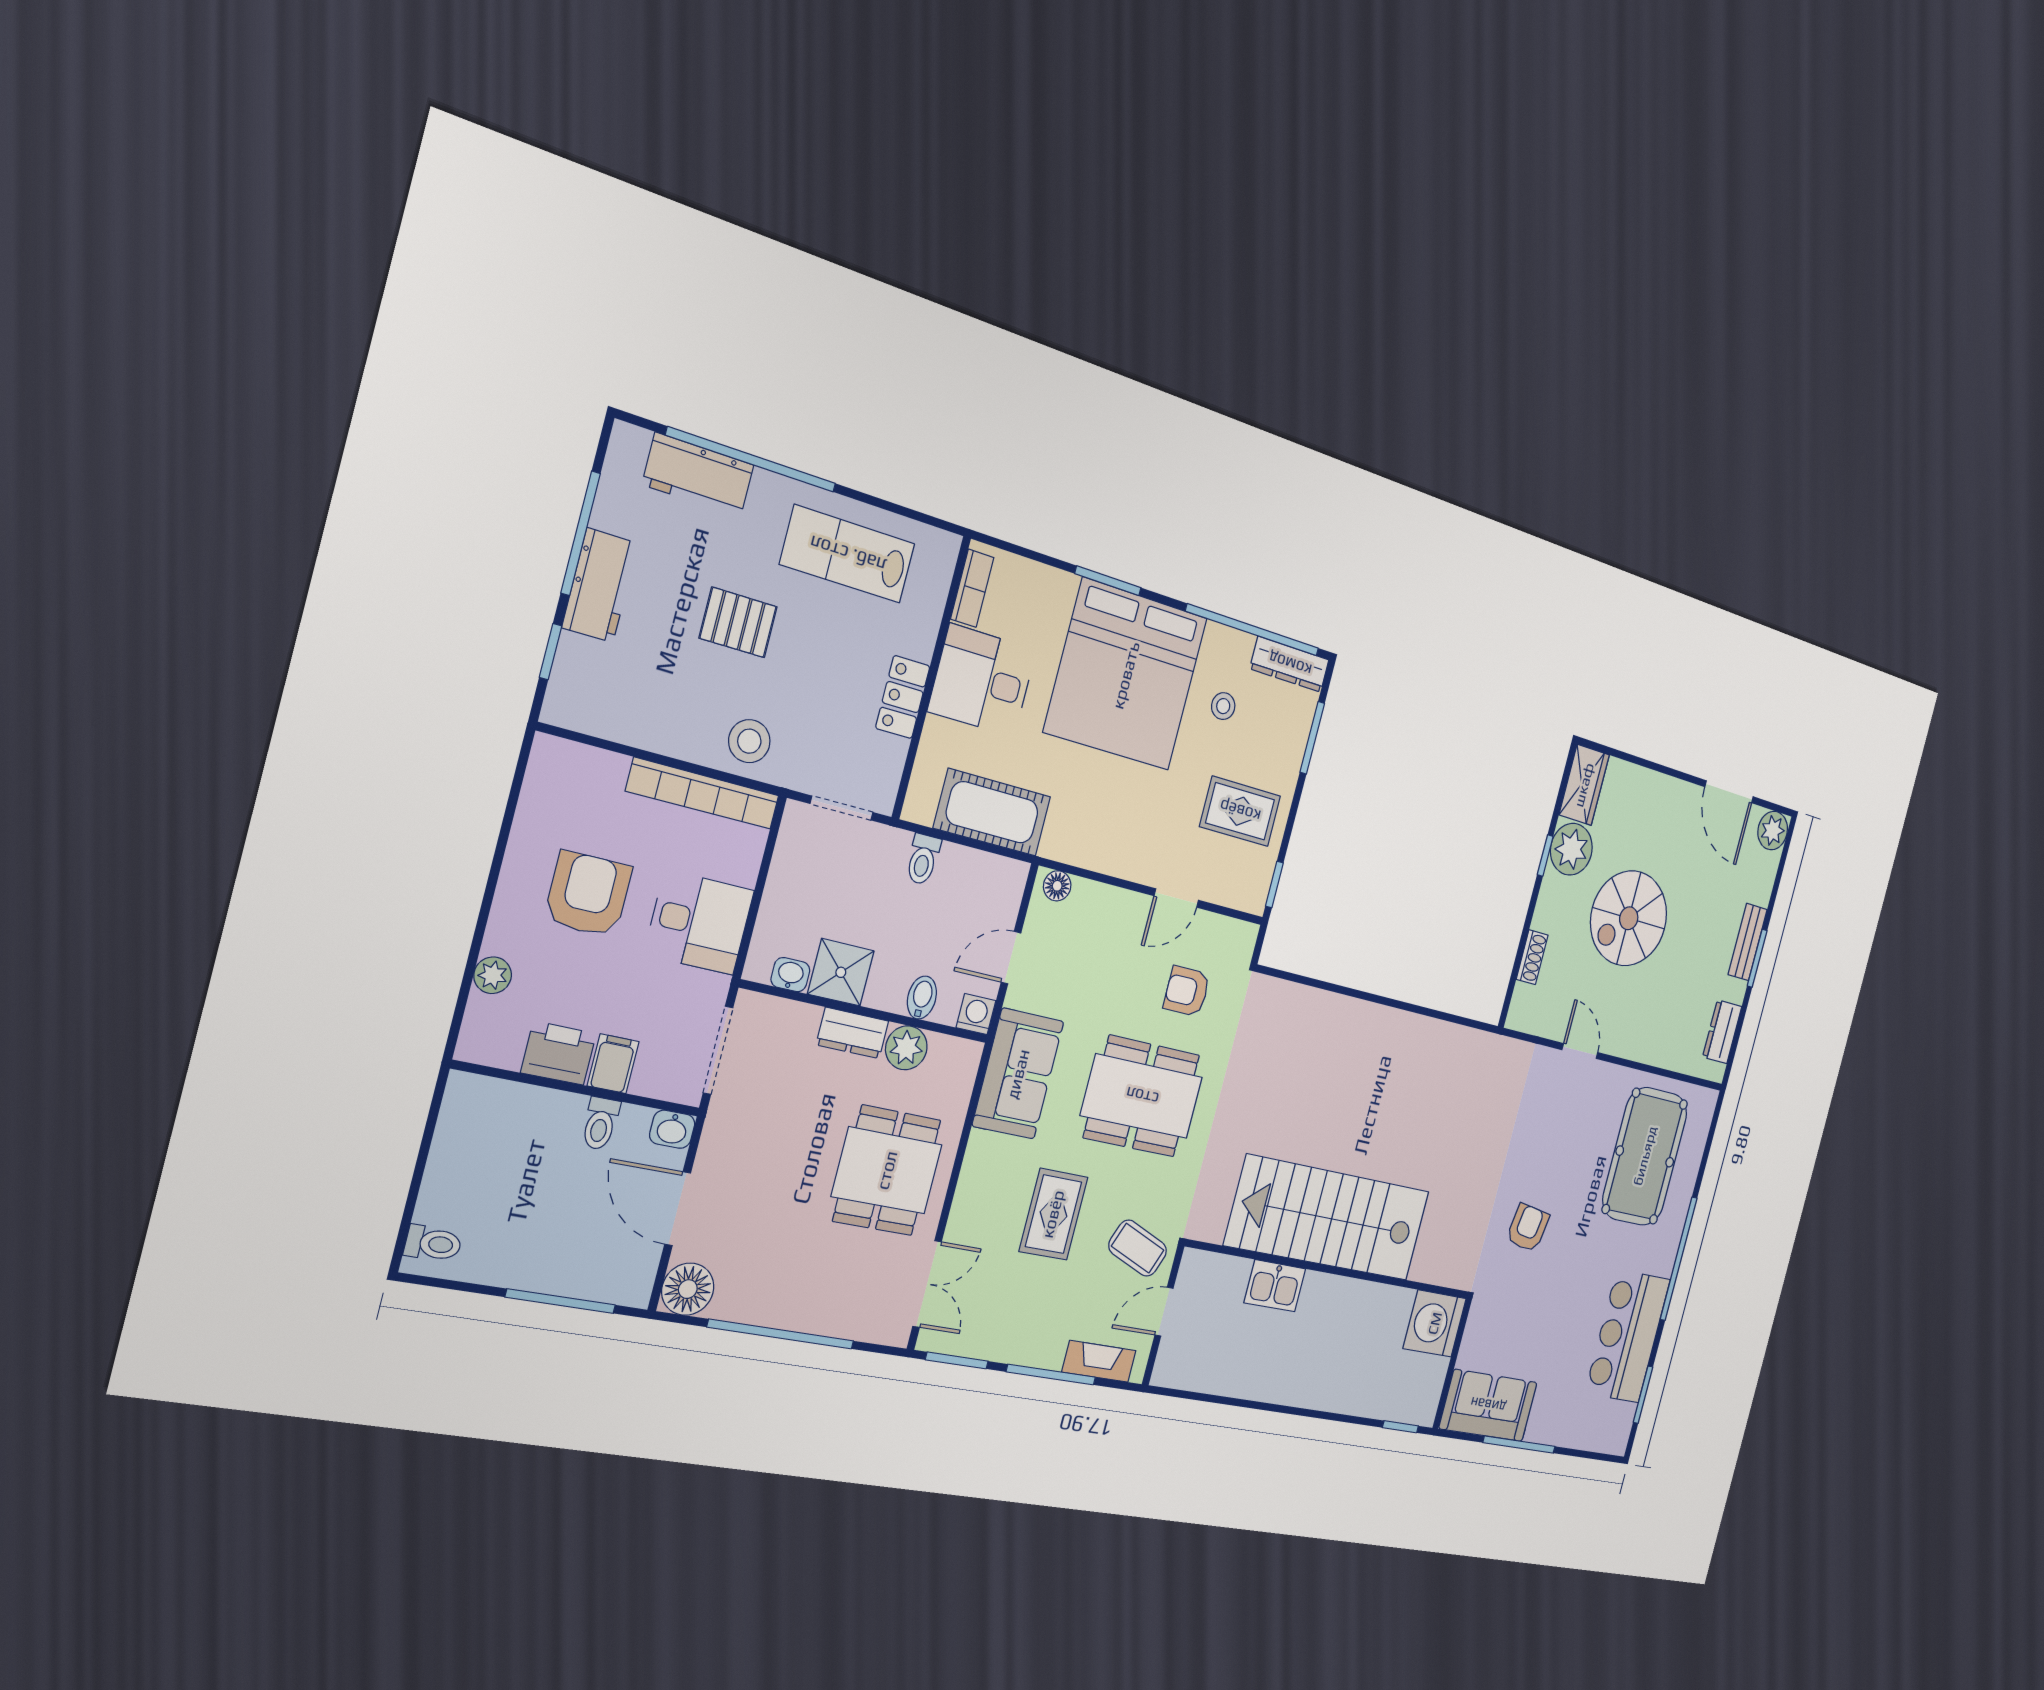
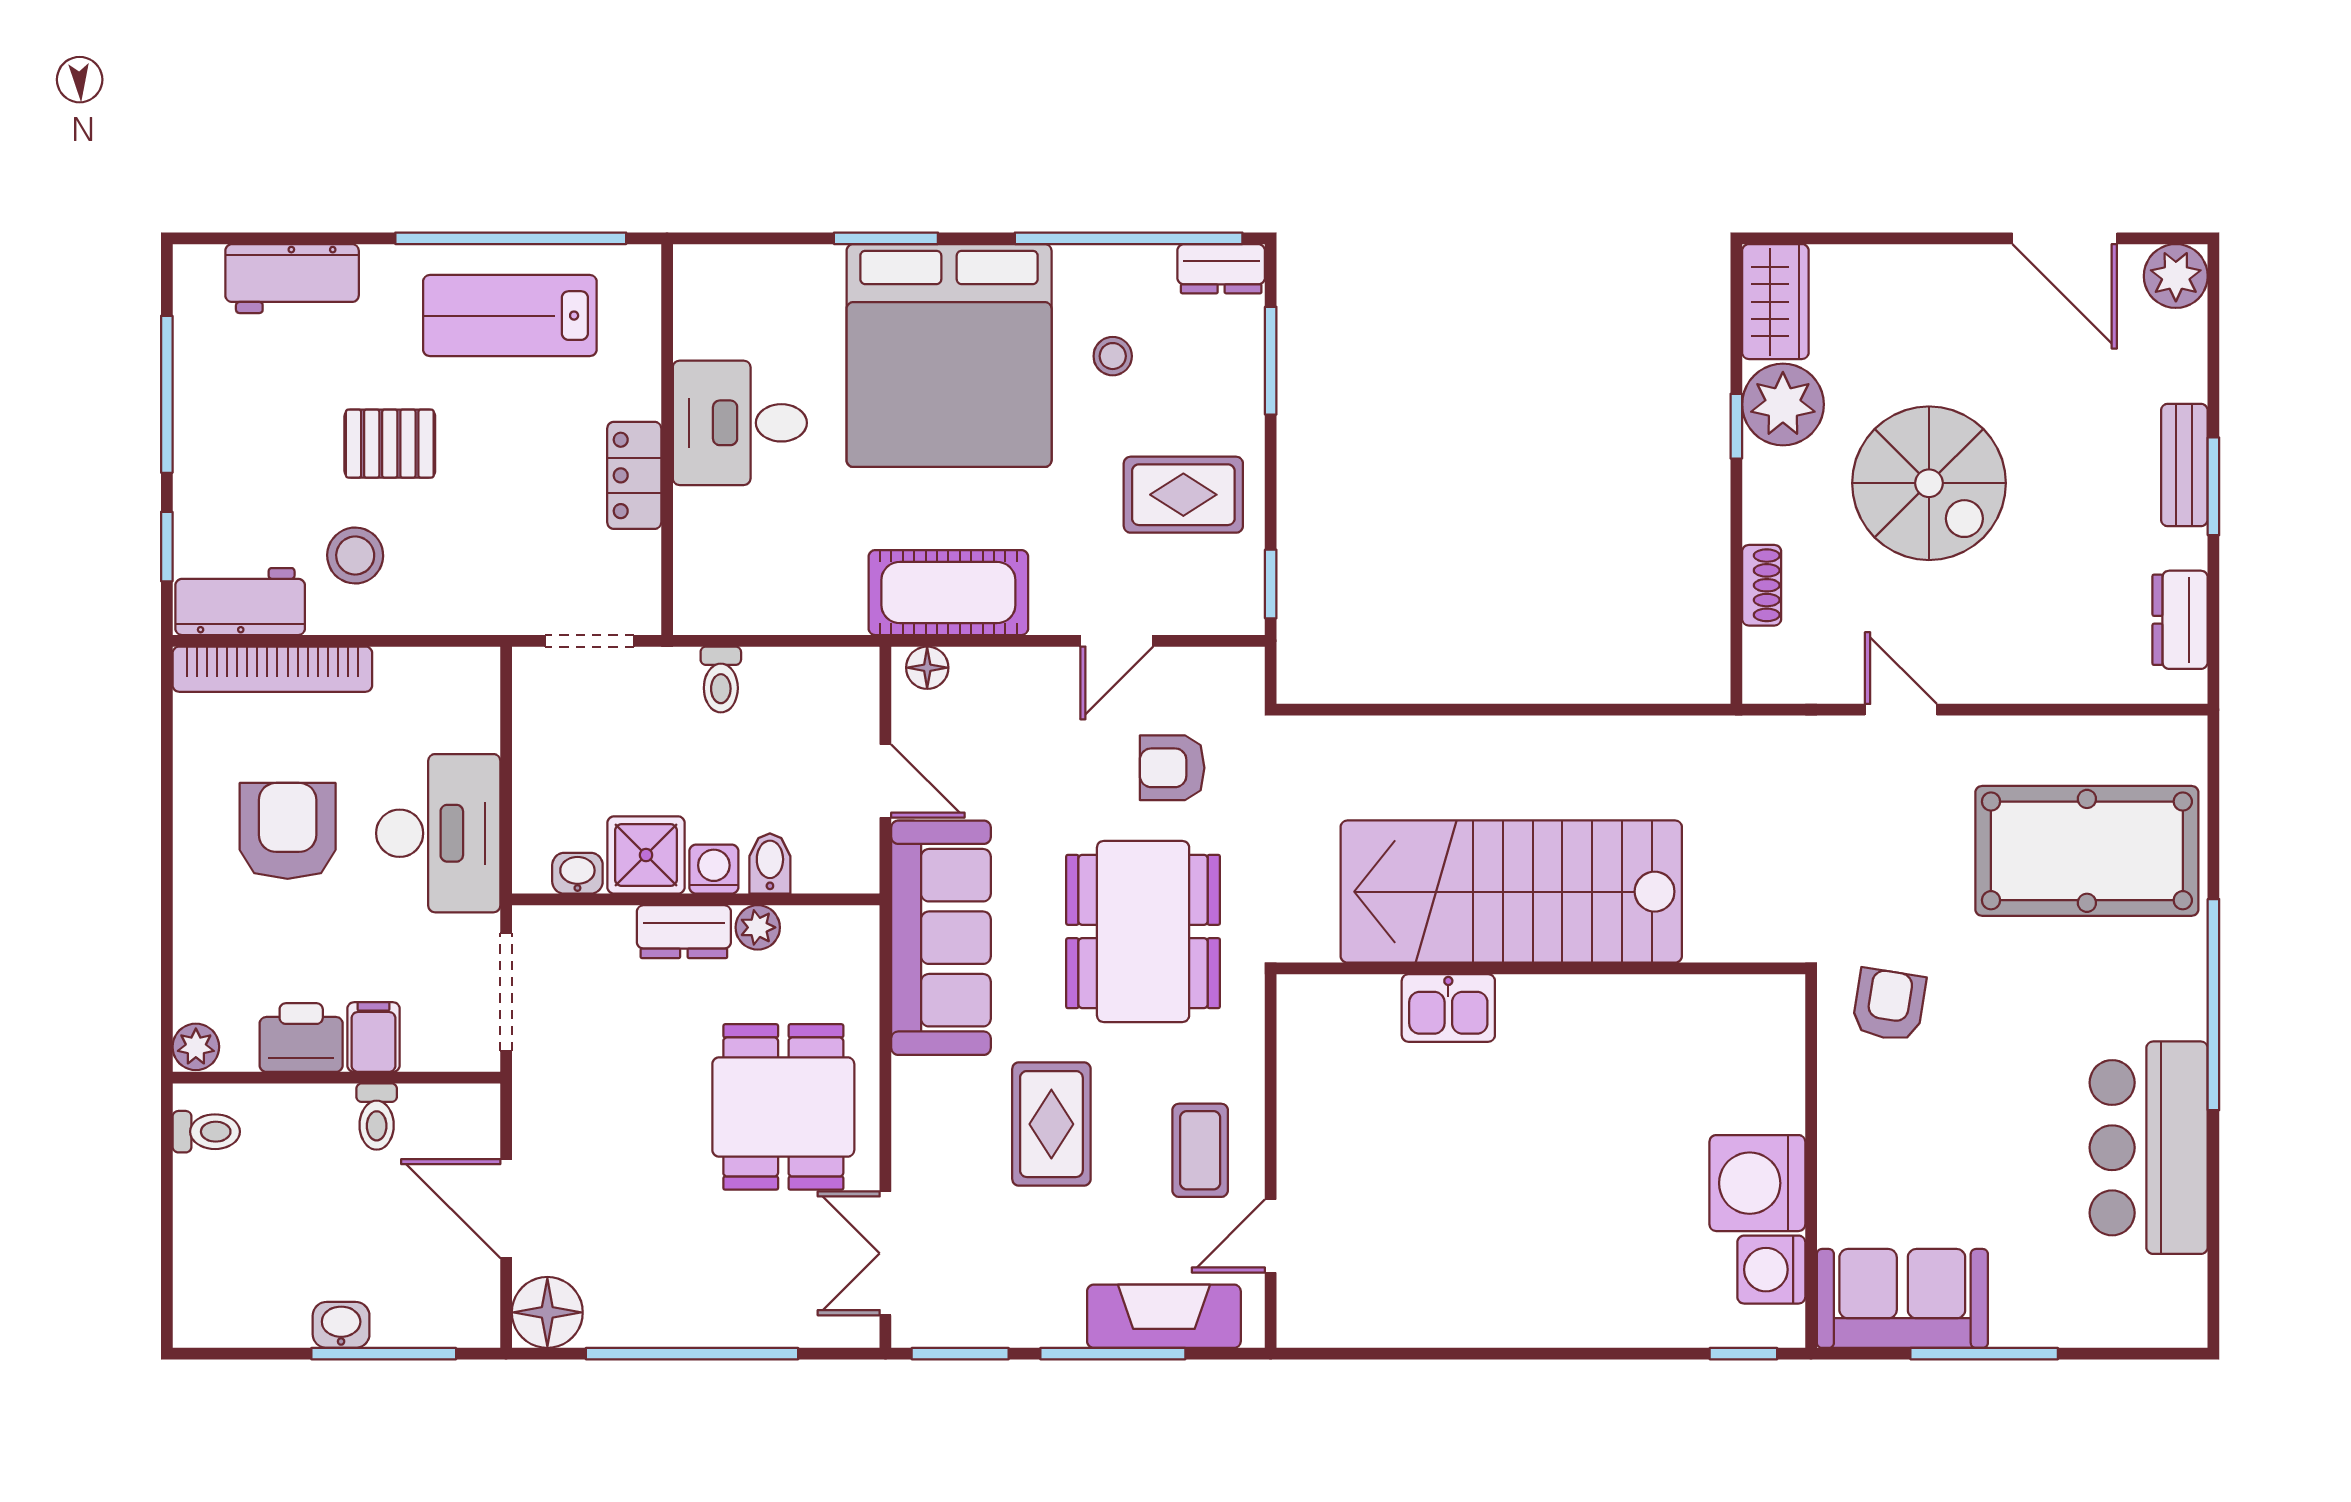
window: (752, 460) -> (511, 238), moved
workbench: (600, 585) -> (240, 602), moved, turned -90
bookcase: (972, 588) -> (692, 307), removed
dresser: (1290, 664) -> (1221, 269), width x0.70
stool: (749, 741) -> (355, 555), moved
bookcase: (703, 793) -> (272, 669), moved
cot: (992, 812) -> (948, 593), moved
spiral stairs: (1629, 918) -> (1929, 483), turned -90
desk: (699, 922) -> (438, 833), width x1.37
door: (1011, 958) -> (885, 781), swing flipped
plant: (493, 975) -> (196, 1047), moved
washing machine: (976, 1014) -> (714, 869), moved
plant: (906, 1048) -> (758, 927), width x0.73, depth x0.73
sofa: (1018, 1074) -> (941, 938), width x1.36
dining table: (1142, 1096) -> (1143, 931), turned 90
washbasin: (672, 1129) -> (341, 1325), moved, turned 180
pool table: (1645, 1156) -> (2087, 851), turned 90
stairs: (1328, 1218) -> (1511, 892), moved
toilet: (433, 1244) -> (206, 1132), moved
coffee table: (1138, 1248) -> (1200, 1150), turned 68
wall: (1331, 1270) -> (1541, 968), moved
double door: (927, 1284) -> (885, 1253), swing flipped
kitchen sink: (1275, 1286) -> (1448, 1008), moved
fireplace: (1099, 1361) -> (1164, 1316), width x1.37, depth x1.32
washing machine: (1428, 1378) -> (1771, 1270), added
window: (1643, 1395) -> (2213, 1240), removed

